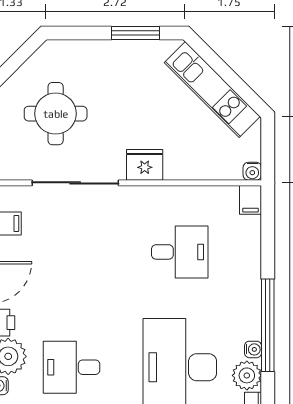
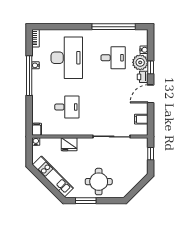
round table: (56, 114) -> (99, 182), moved
fridge: (145, 165) -> (69, 144), moved
desk: (180, 252) -> (67, 107), turned 180
plant: (247, 375) -> (38, 54), removed

